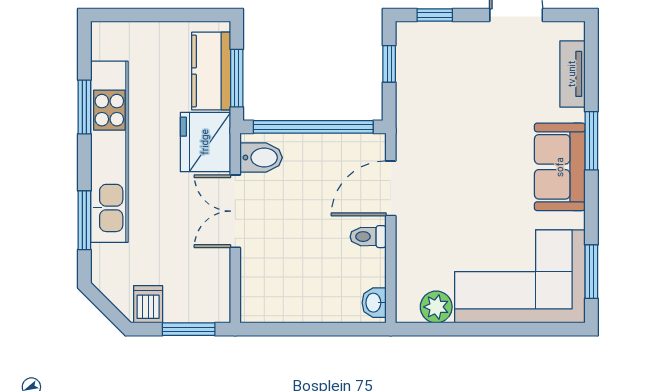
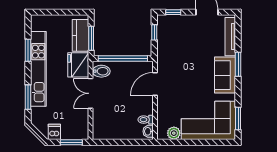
tv unit: (572, 74) -> (230, 37), width x1.41
toilet: (368, 237) -> (146, 120), moved

